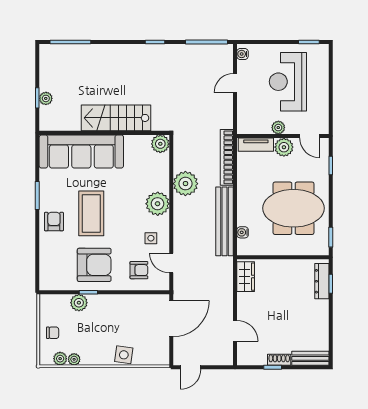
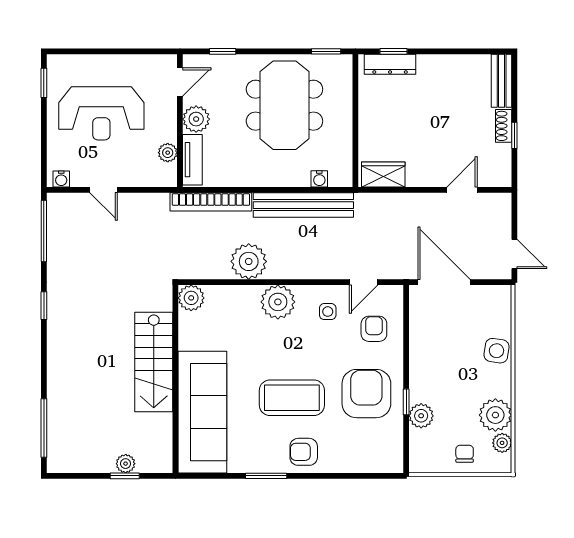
plant: (278, 128) -> (168, 153), moved
plant: (74, 359) -> (495, 415), width x1.88, depth x1.88

